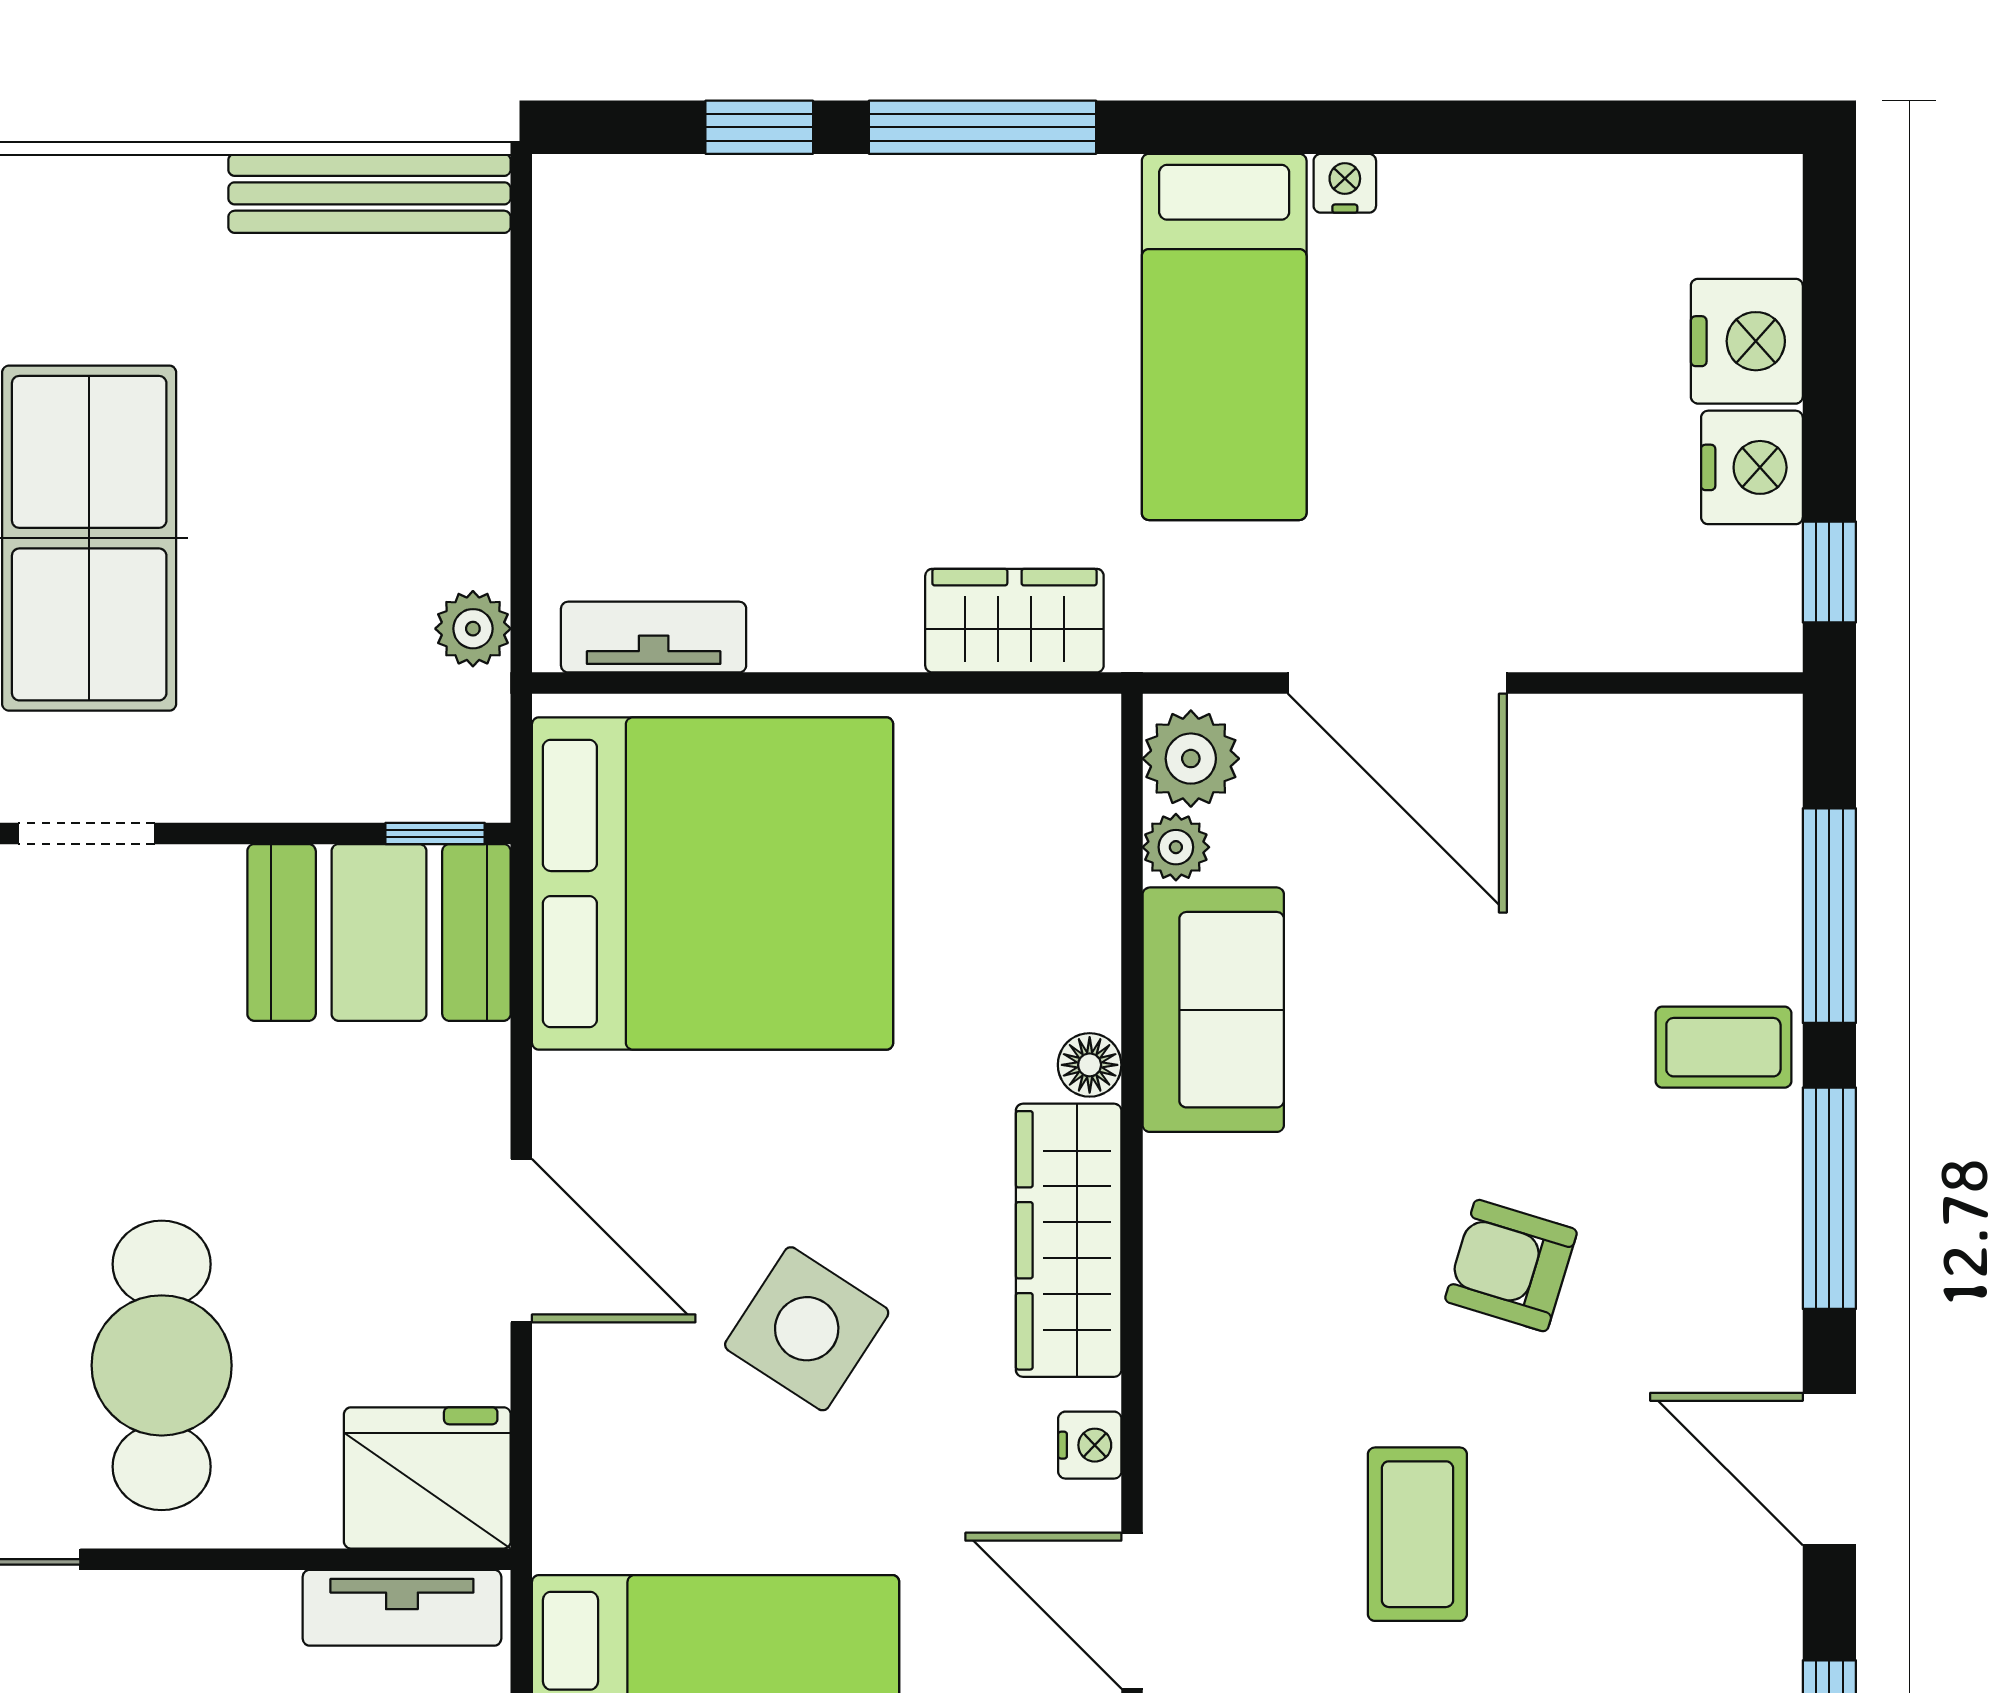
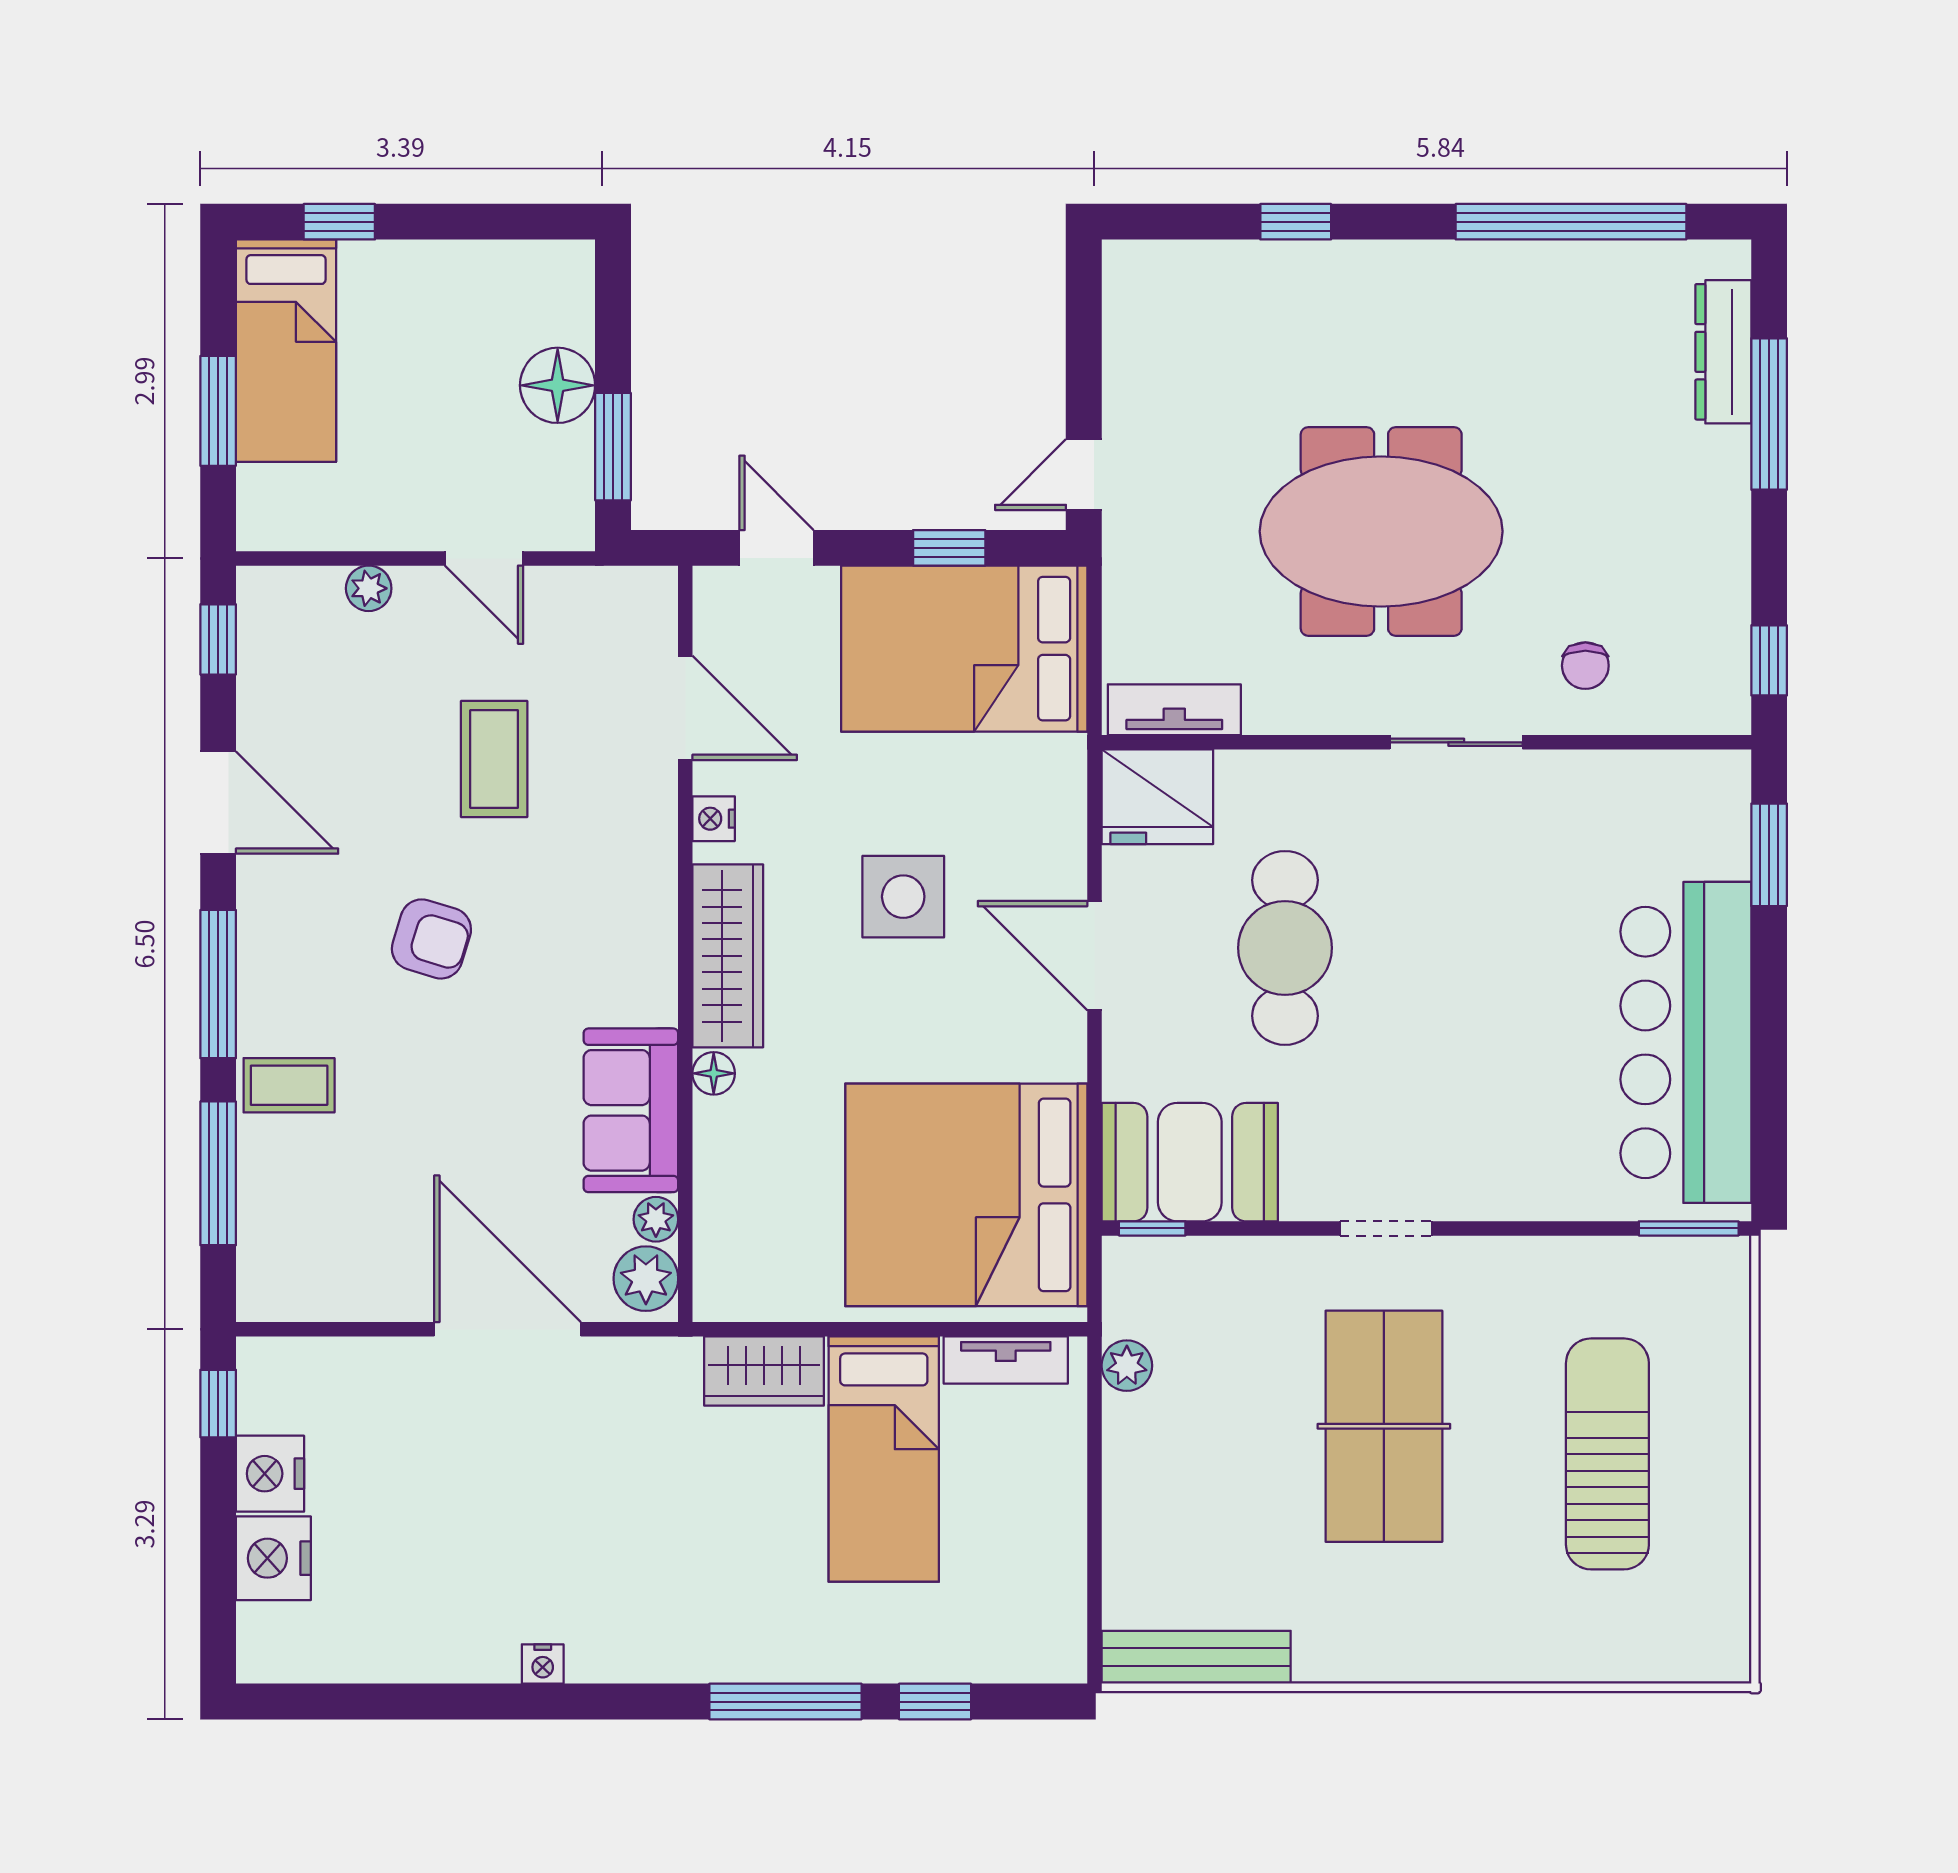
bed: (1224, 337) -> (884, 1459), moved, turned 180
side table: (807, 1329) -> (903, 897), turned -33
cafe table: (162, 1365) -> (1285, 948), moved

